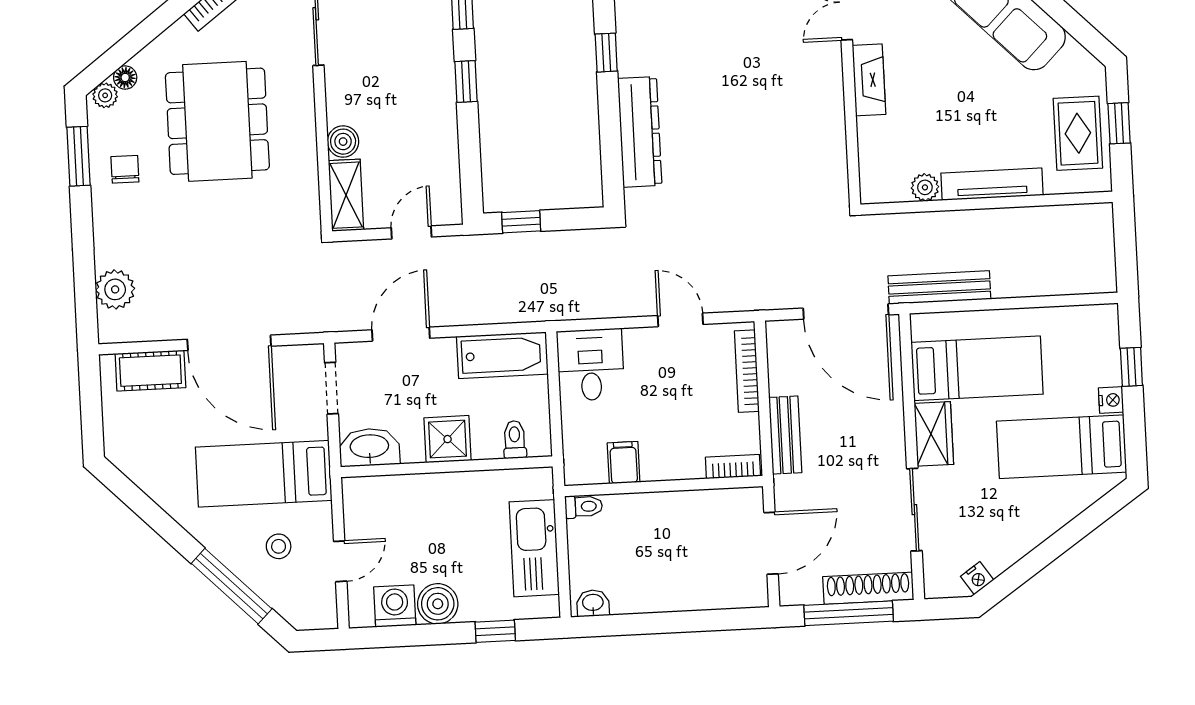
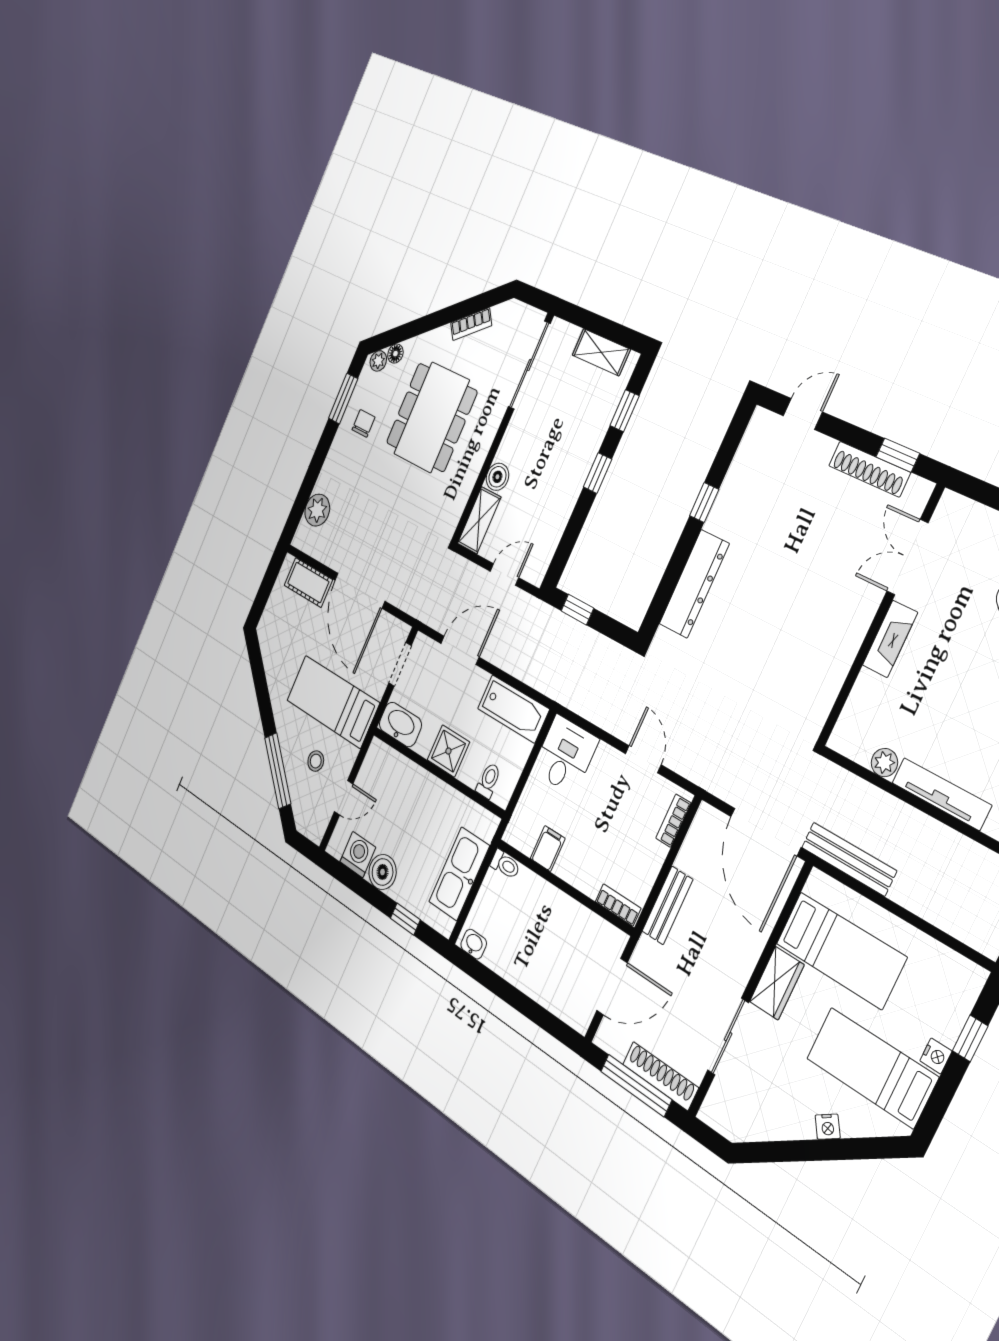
bookcase: (747, 371) -> (673, 821), width x0.64
nightstand: (977, 578) -> (828, 1127), moved

